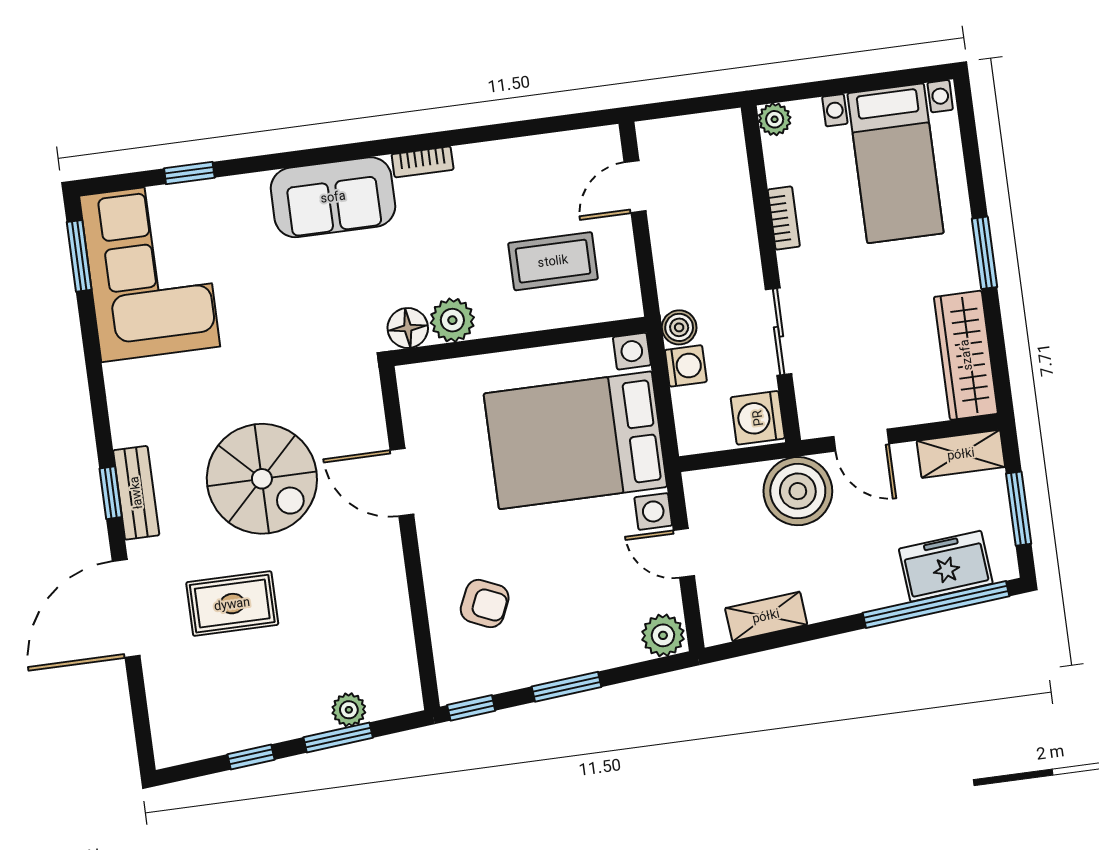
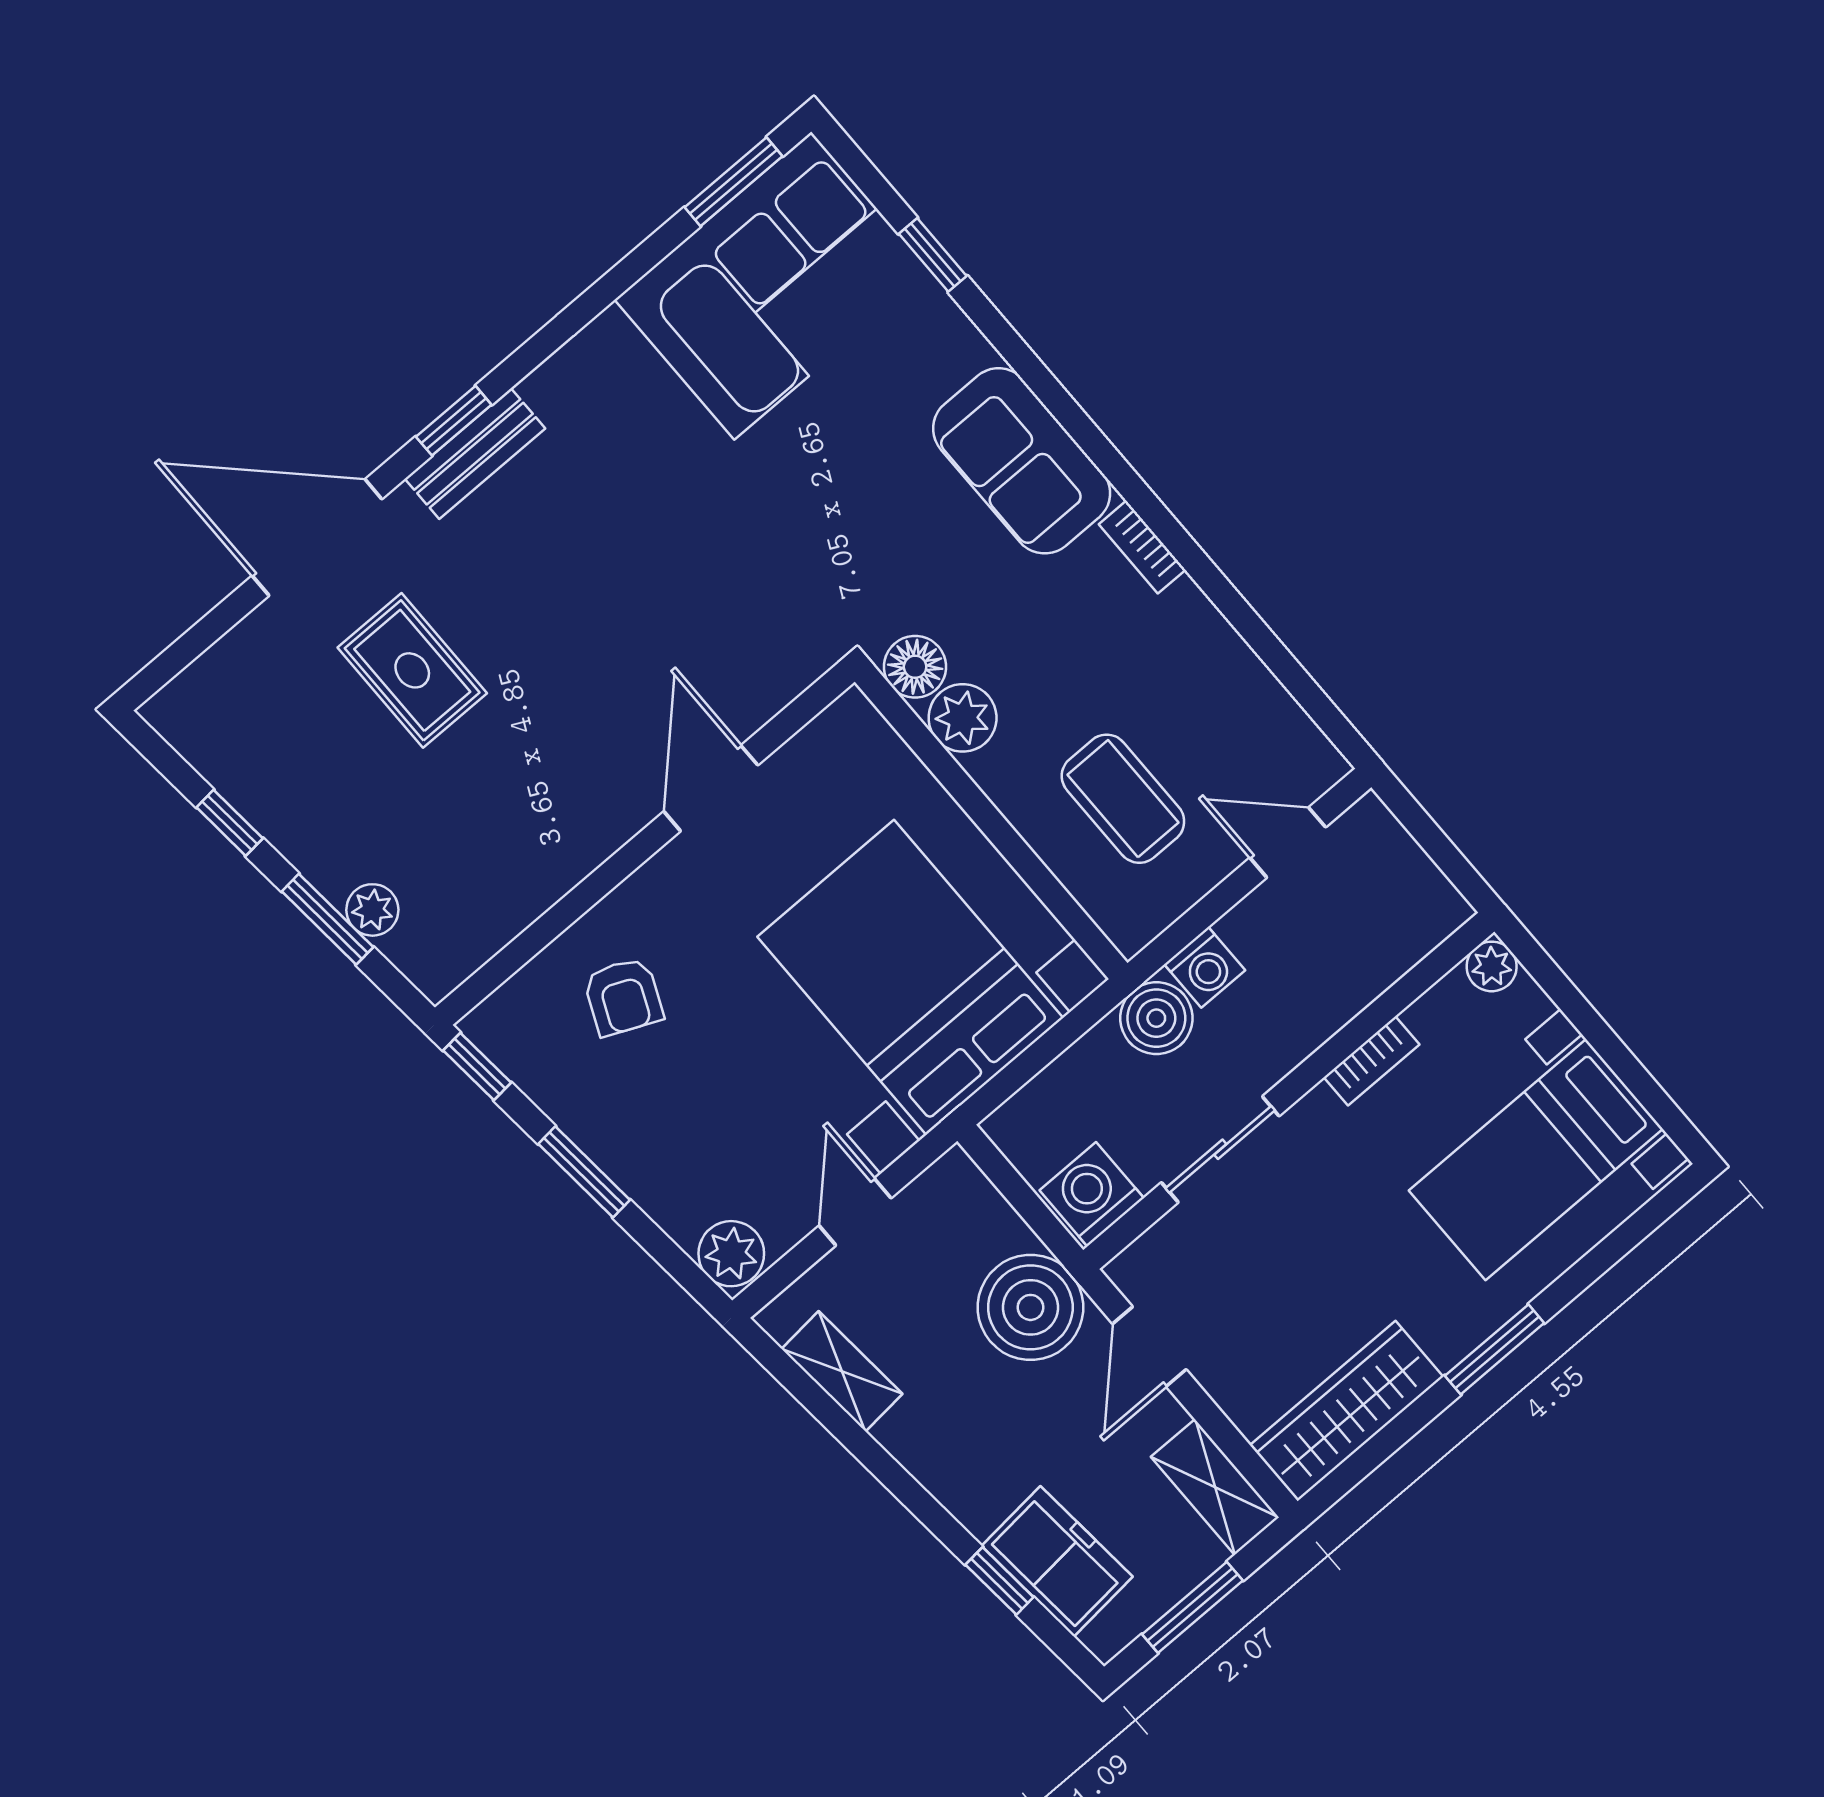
boiler: (679, 327) -> (1156, 1018), width x1.36, depth x1.36
washing machine: (686, 366) -> (1205, 967), moved
spiral stairs: (262, 479) -> (598, 604), removed
window: (936, 604) -> (999, 1581), width x0.32

